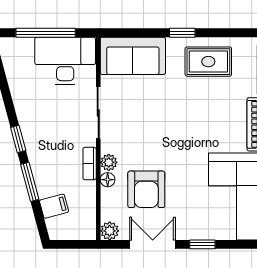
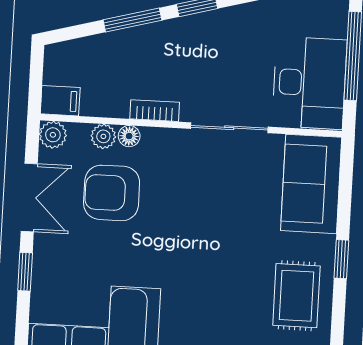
plant: (109, 162) -> (103, 136), moved
filing cabinet: (54, 206) -> (60, 101), moved, turned -75

